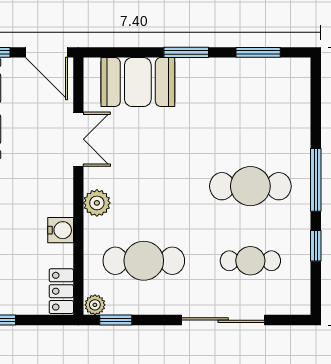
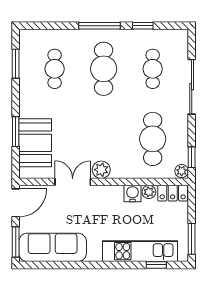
window: (186, 52) -> (16, 132), moved
cafe table: (250, 112) -> (55, 69), added
plant: (97, 203) -> (101, 170), moved
plant: (63, 255) -> (149, 192), added

